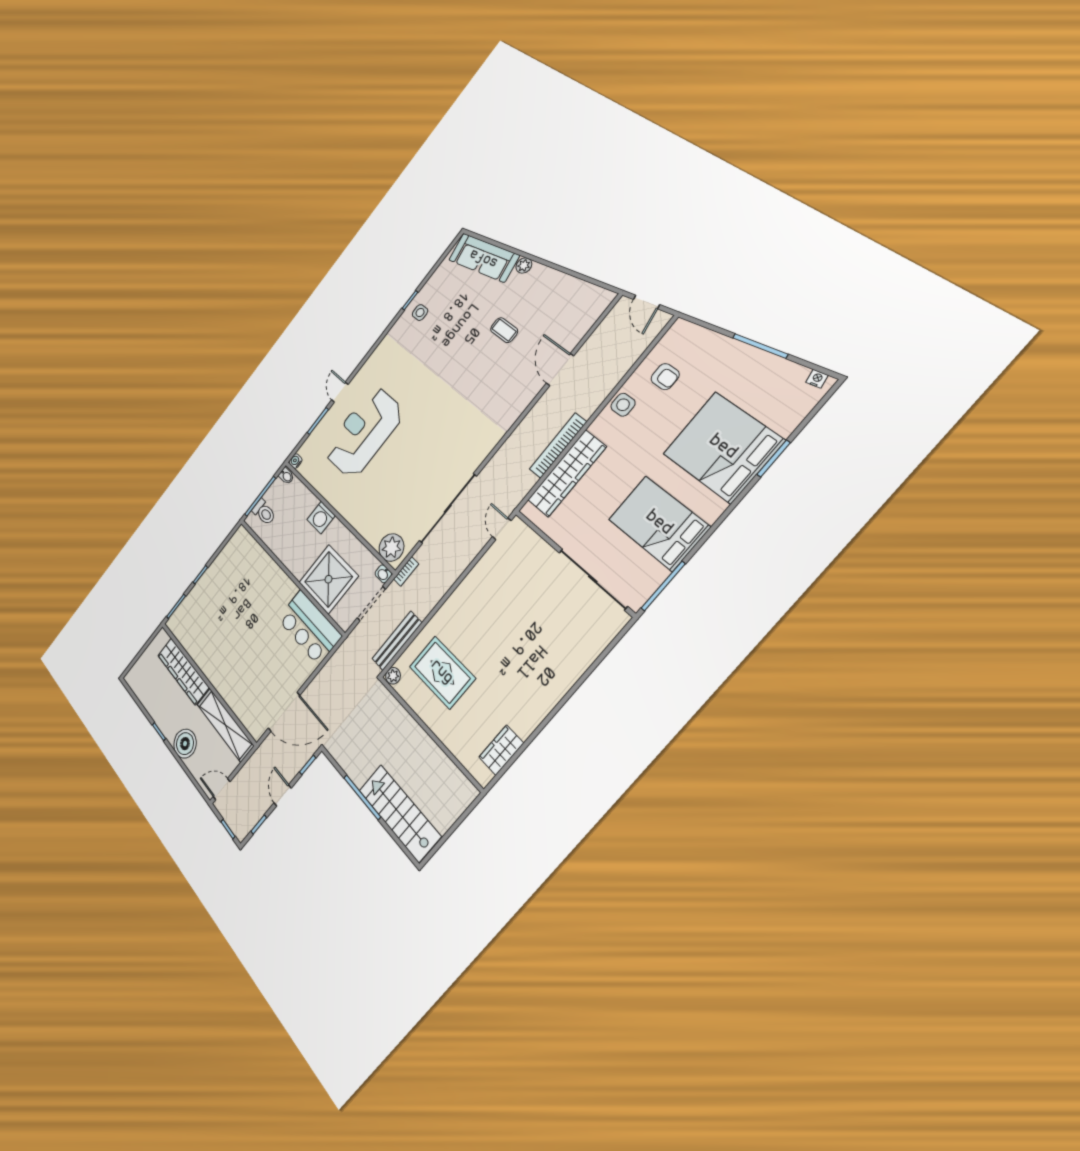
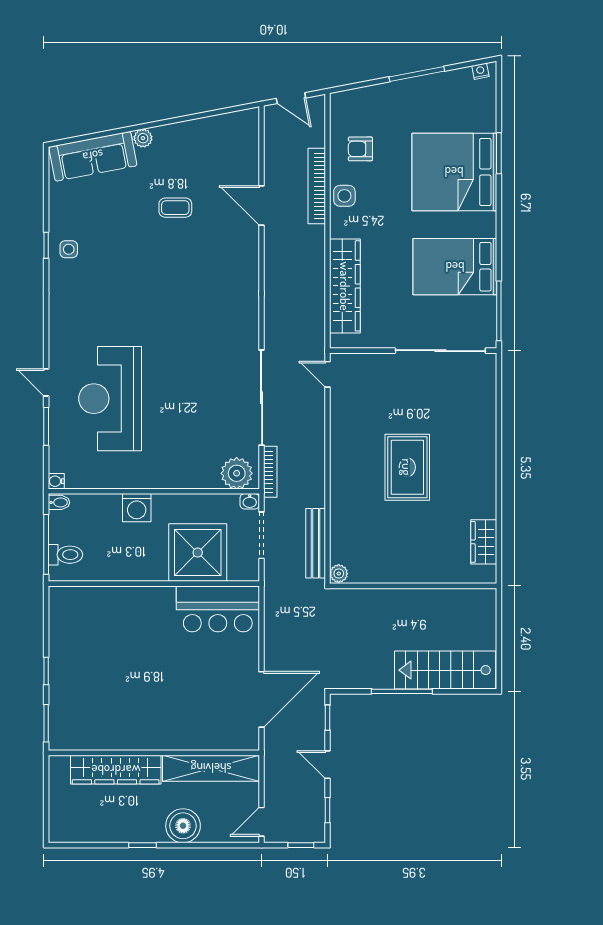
armchair: (665, 377) -> (360, 149), turned 180
bookcase: (558, 446) -> (317, 186), moved
bookcase: (406, 571) -> (270, 472), width x1.56
rug: (442, 672) -> (407, 467), moved, turned 90

